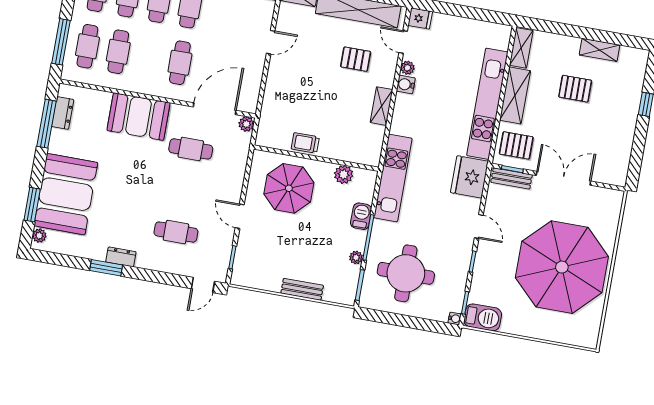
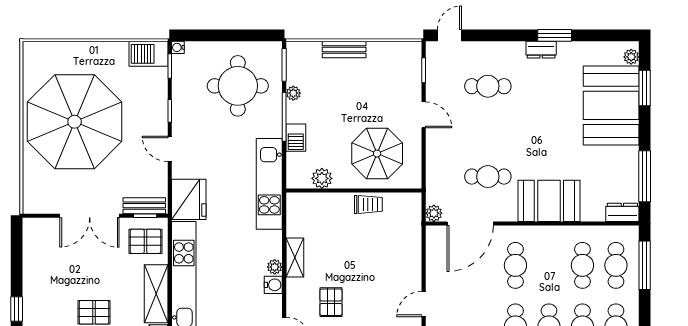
pallet: (356, 59) -> (331, 302), turned 90
plant: (407, 68) -> (275, 267), moved
dresser: (63, 113) -> (622, 212), moved, turned 90

